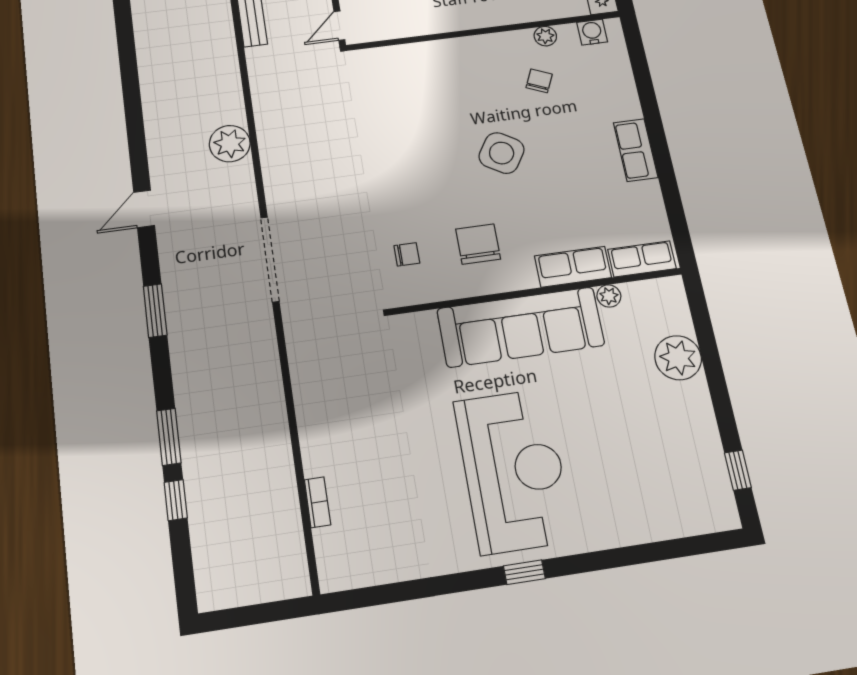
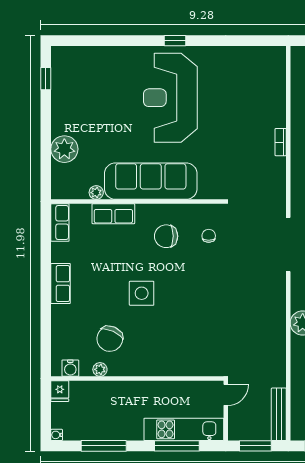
chair: (539, 81) -> (110, 339), width x1.87, depth x1.87
side table: (502, 153) -> (142, 293), turned -32
chair: (478, 244) -> (166, 236), turned 90
chair: (407, 254) -> (209, 236), turned 90
row of seats: (642, 259) -> (60, 223), moved, turned -90
bookcase: (317, 502) -> (281, 142), moved

